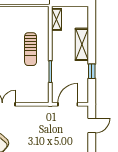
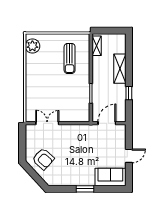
sun lounger: (31, 49) -> (70, 58), moved
door: (92, 125) -> (129, 156), moved

